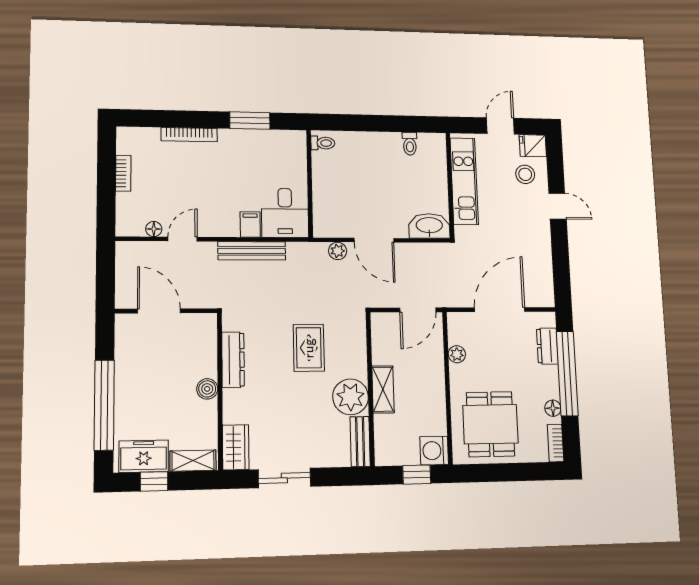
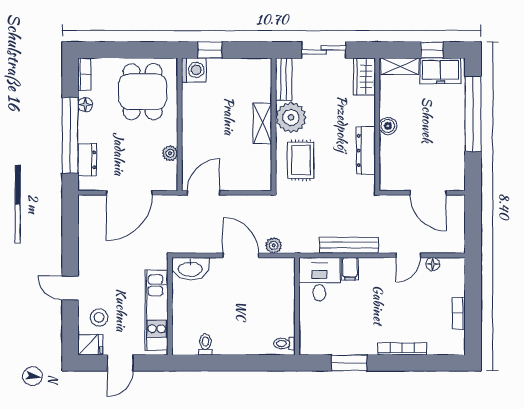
wall: (370, 389) -> (274, 124), moved
shelving: (383, 389) -> (262, 123), moved
plant: (351, 397) -> (291, 117), moved
bench: (360, 442) -> (284, 79), moved

